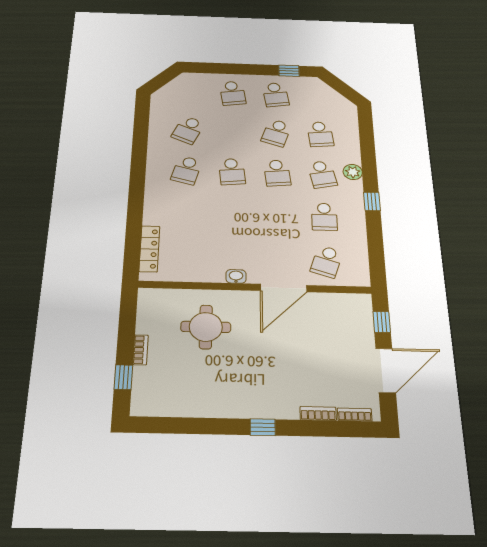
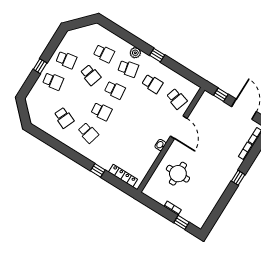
window: (289, 71) -> (40, 66), moved
window: (135, 210) -> (98, 170), added

